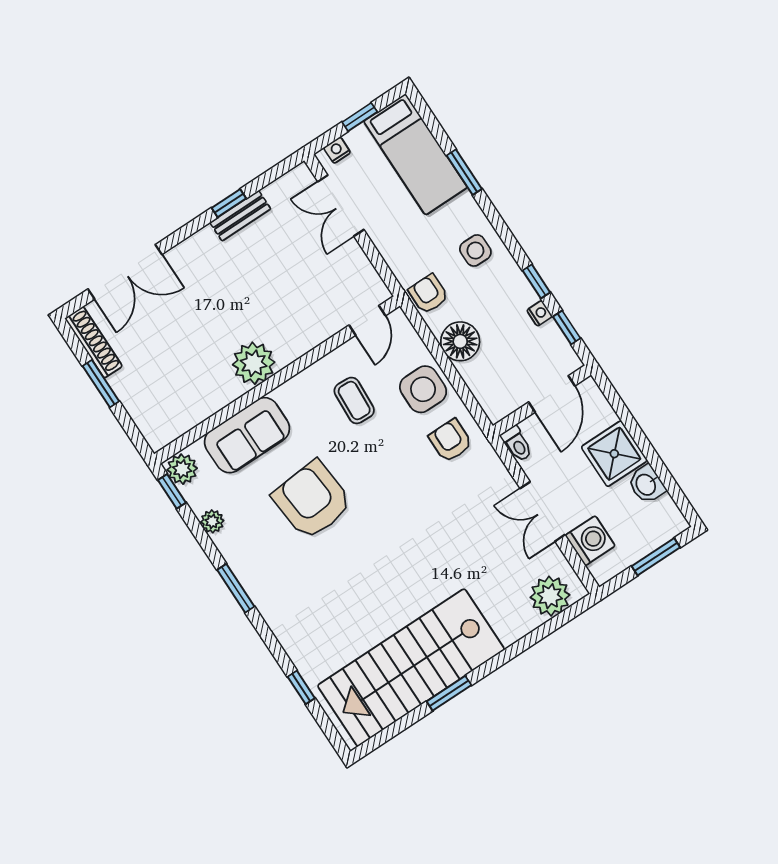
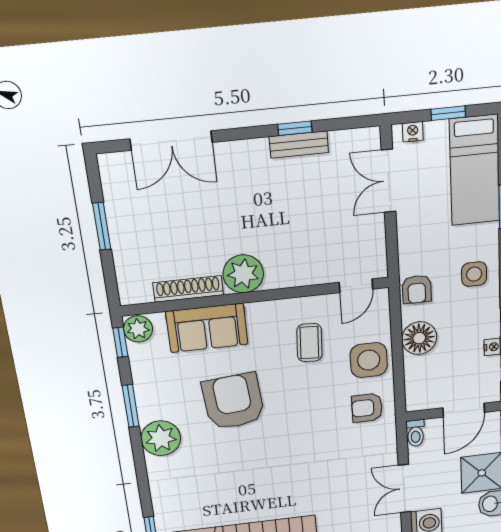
armchair: (428, 294) -> (417, 289), turned 180
shoe rack: (94, 342) -> (188, 289), moved, turned -90
armchair: (451, 441) -> (367, 408), turned -90
plant: (212, 521) -> (161, 438), moved, width x1.87, depth x1.87
window: (236, 588) -> (131, 406), moved

